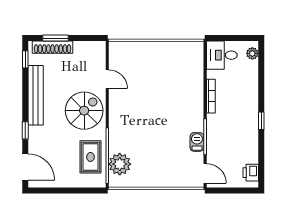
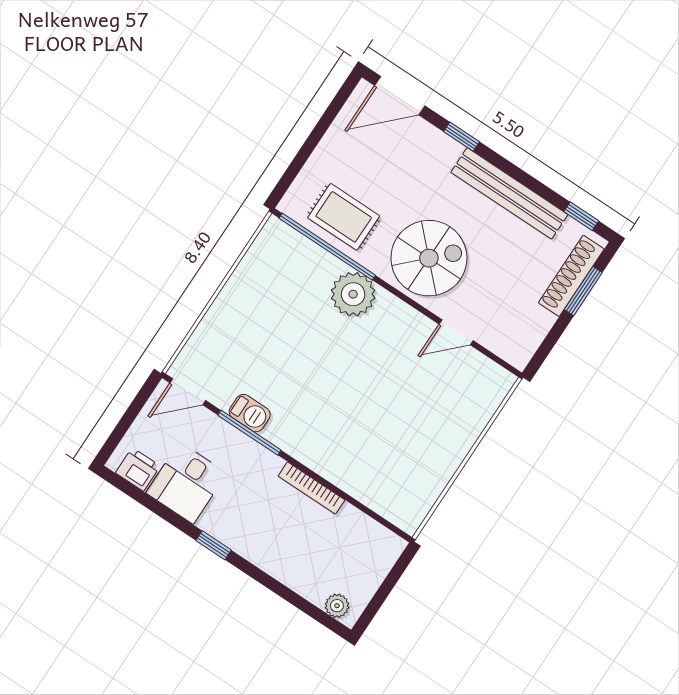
desk: (222, 55) -> (186, 483), moved, turned 180
spiral stairs: (84, 111) -> (429, 258), turned -90
plant: (120, 164) -> (353, 294), moved

